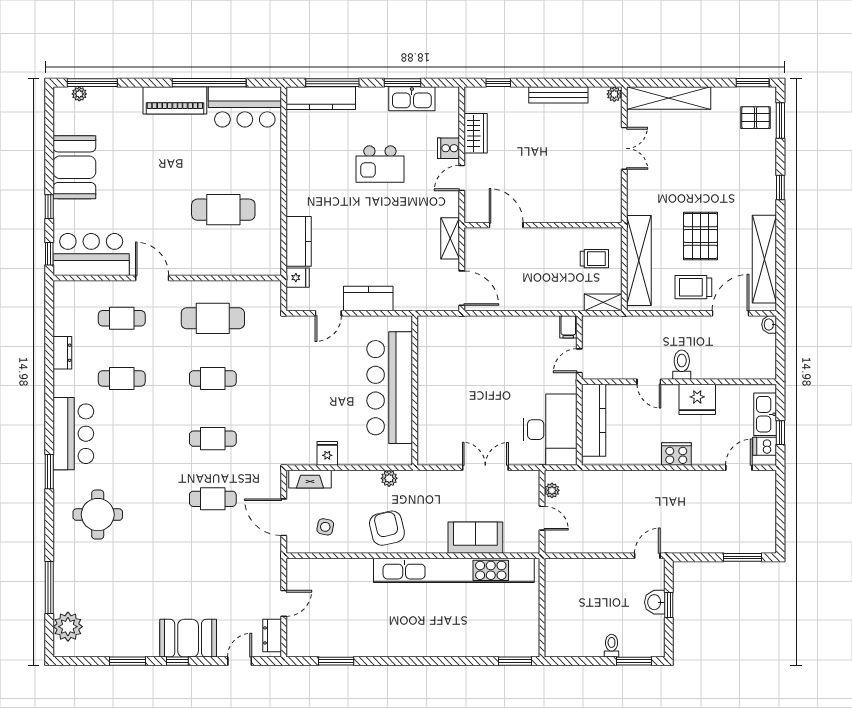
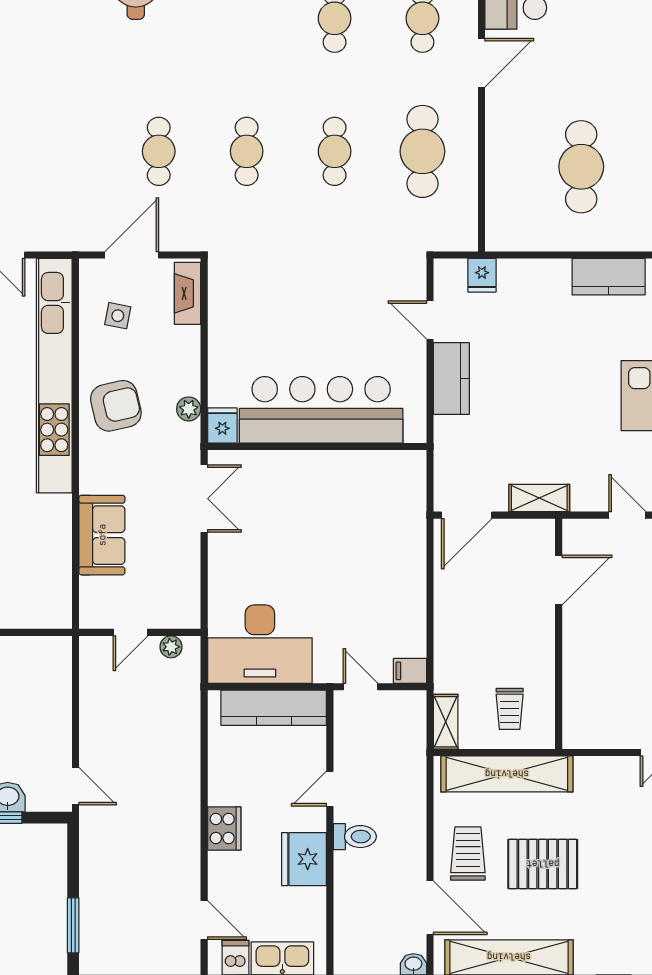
kitchen counter: (299, 241) -> (609, 277), moved
fridge: (327, 453) -> (222, 425), moved, turned -90
double door: (485, 468) -> (204, 499), moved
kitchen unit: (454, 570) -> (54, 376), moved

